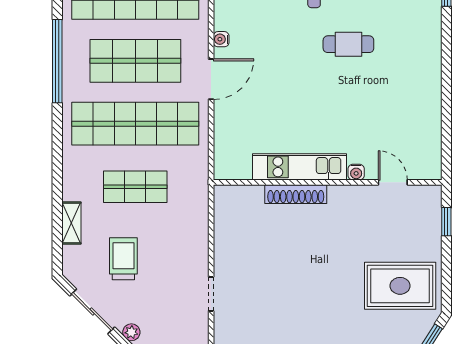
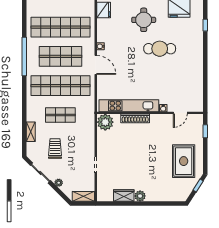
cafe table: (348, 44) -> (160, 49), width x1.37, depth x1.35
door: (211, 79) -> (96, 65), hinge flipped
kitchen unit: (299, 167) -> (129, 106), width x1.36
door: (393, 182) -> (180, 113), swing flipped
plant: (232, 202) -> (105, 122), added
rug: (400, 286) -> (184, 161), turned 90

